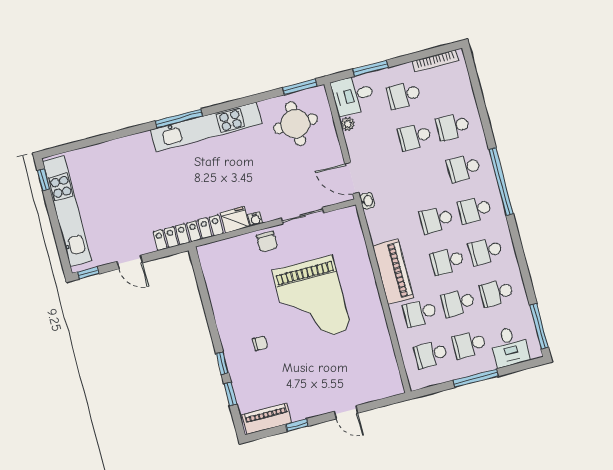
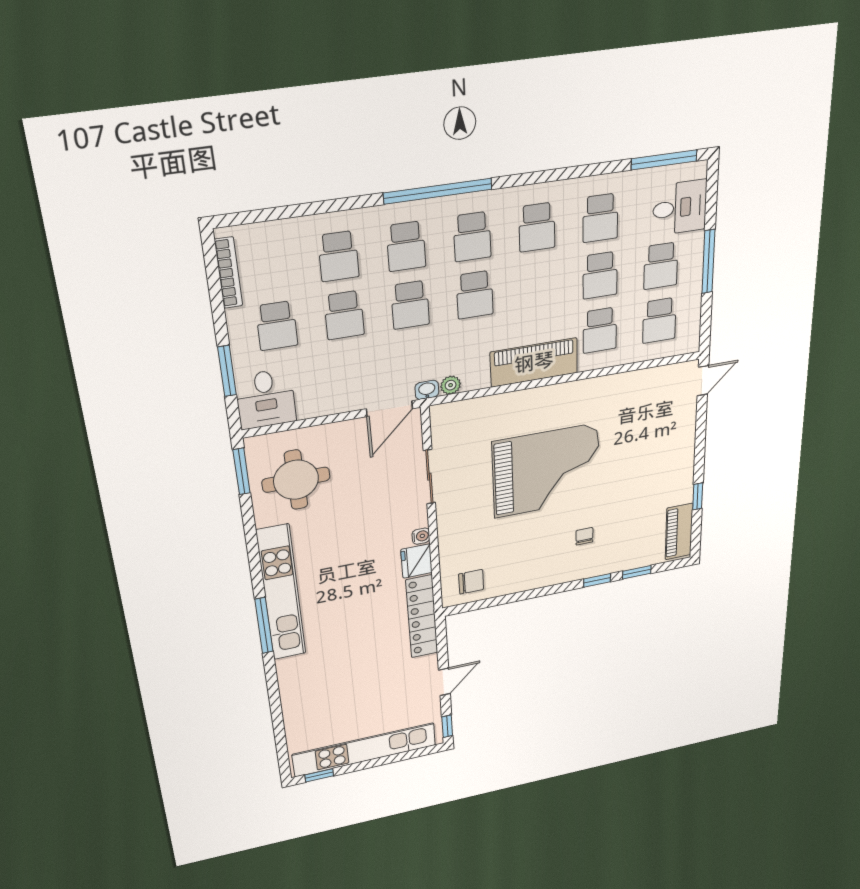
plant: (348, 124) -> (451, 385), moved
chair: (267, 242) -> (471, 582), moved
school desk: (447, 261) -> (410, 305), moved
door: (346, 412) -> (703, 381), moved

